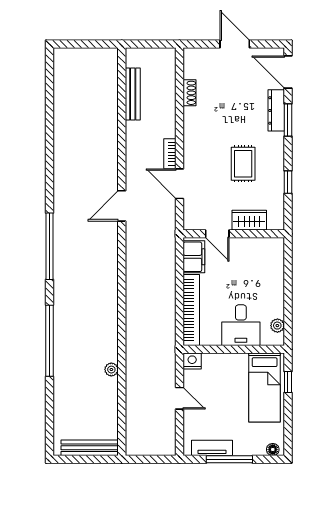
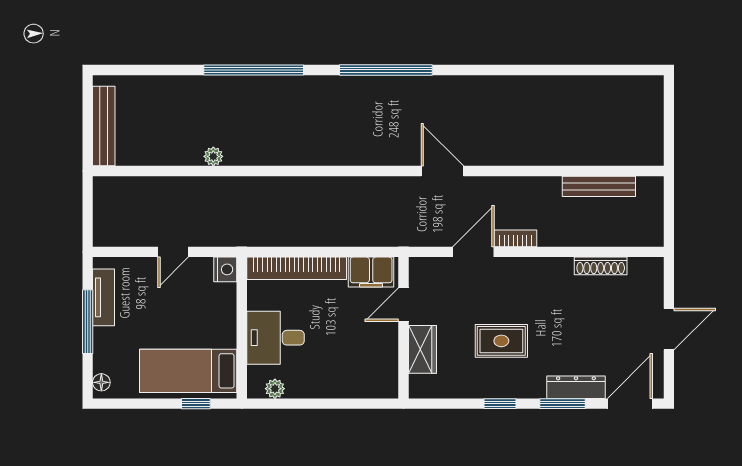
shoe rack: (190, 93) -> (601, 266), width x1.43
window: (288, 182) -> (500, 404), moved

